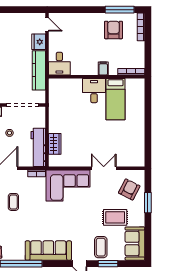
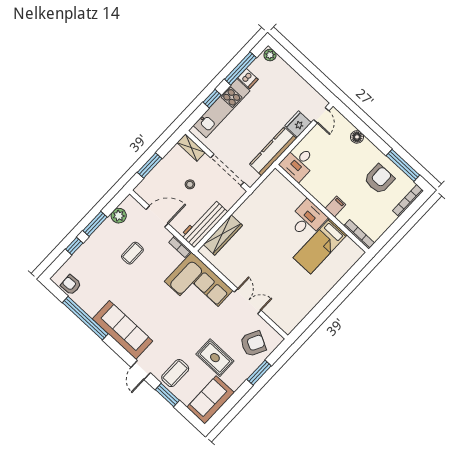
floor lamp: (79, 18) -> (357, 137), added
wardrobe: (55, 144) -> (223, 235), width x1.50

